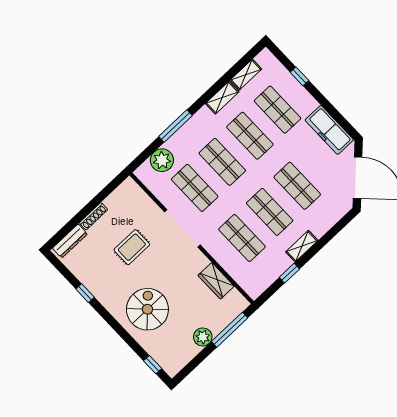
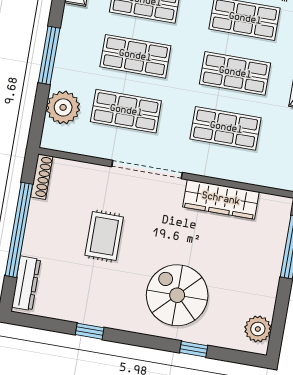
window: (88, 209) -> (19, 230), added
shoe rack: (93, 216) -> (42, 177), moved
wardrobe: (216, 281) -> (221, 199), width x1.50
plant: (203, 337) -> (258, 329), moved
window: (153, 365) -> (194, 349), moved

